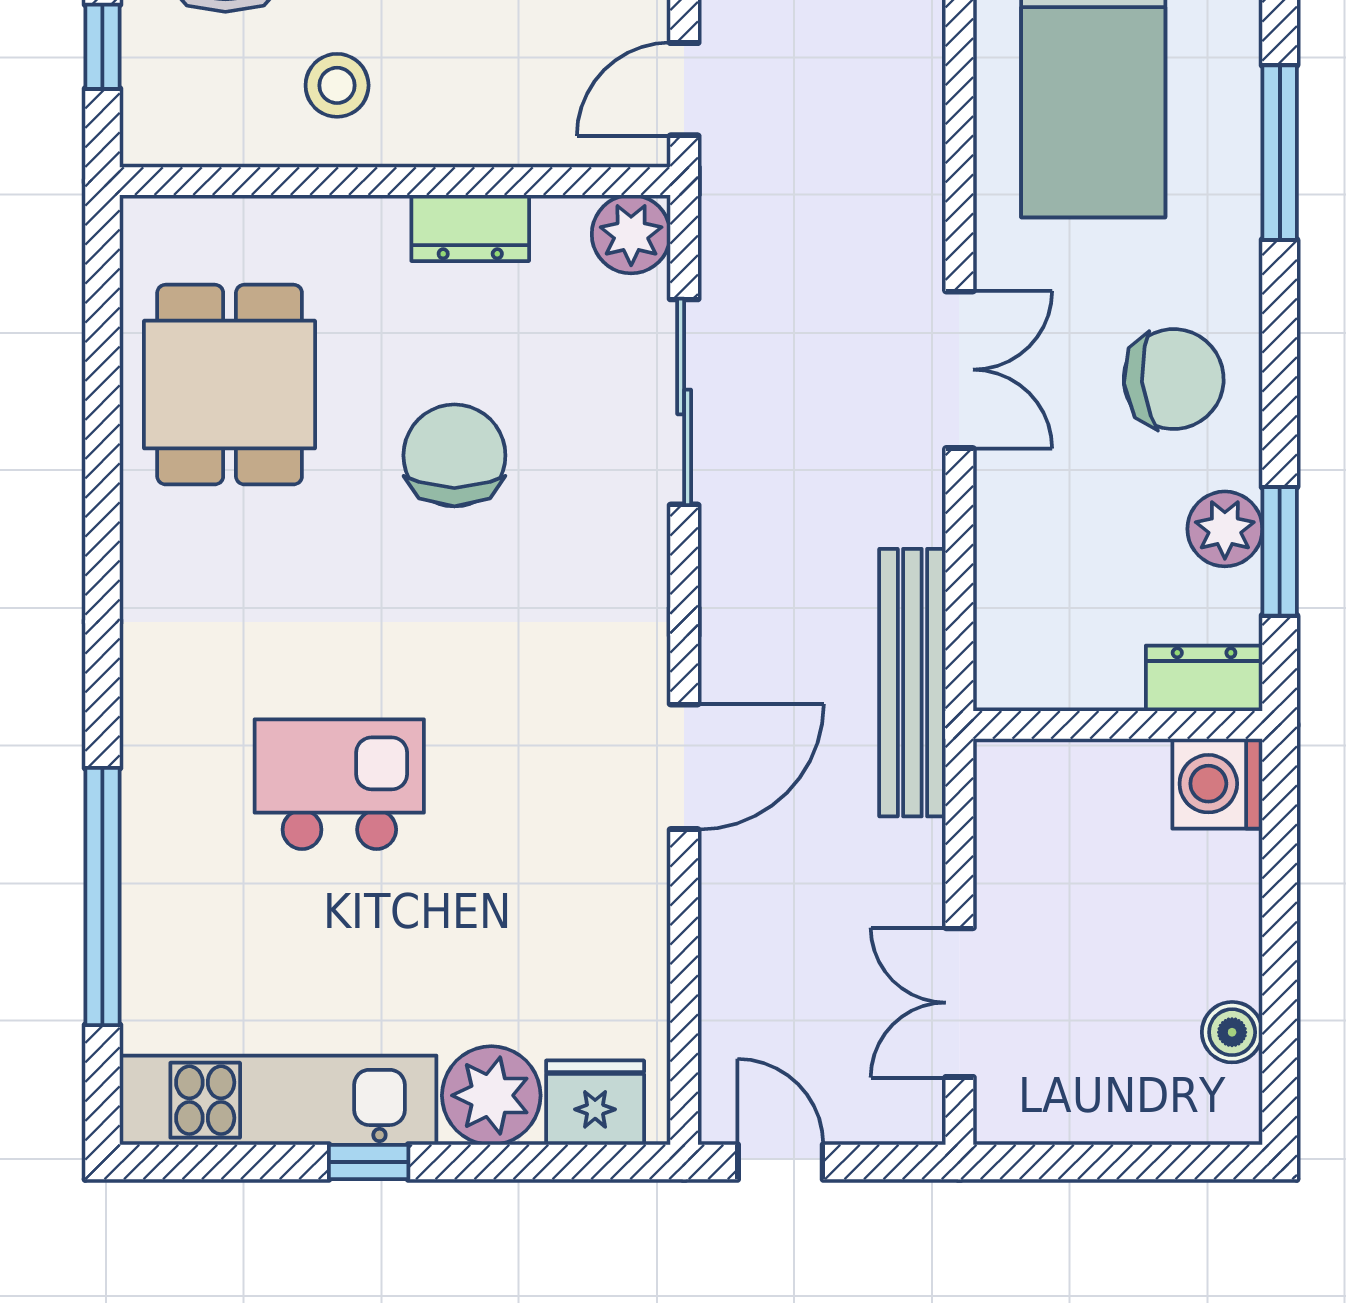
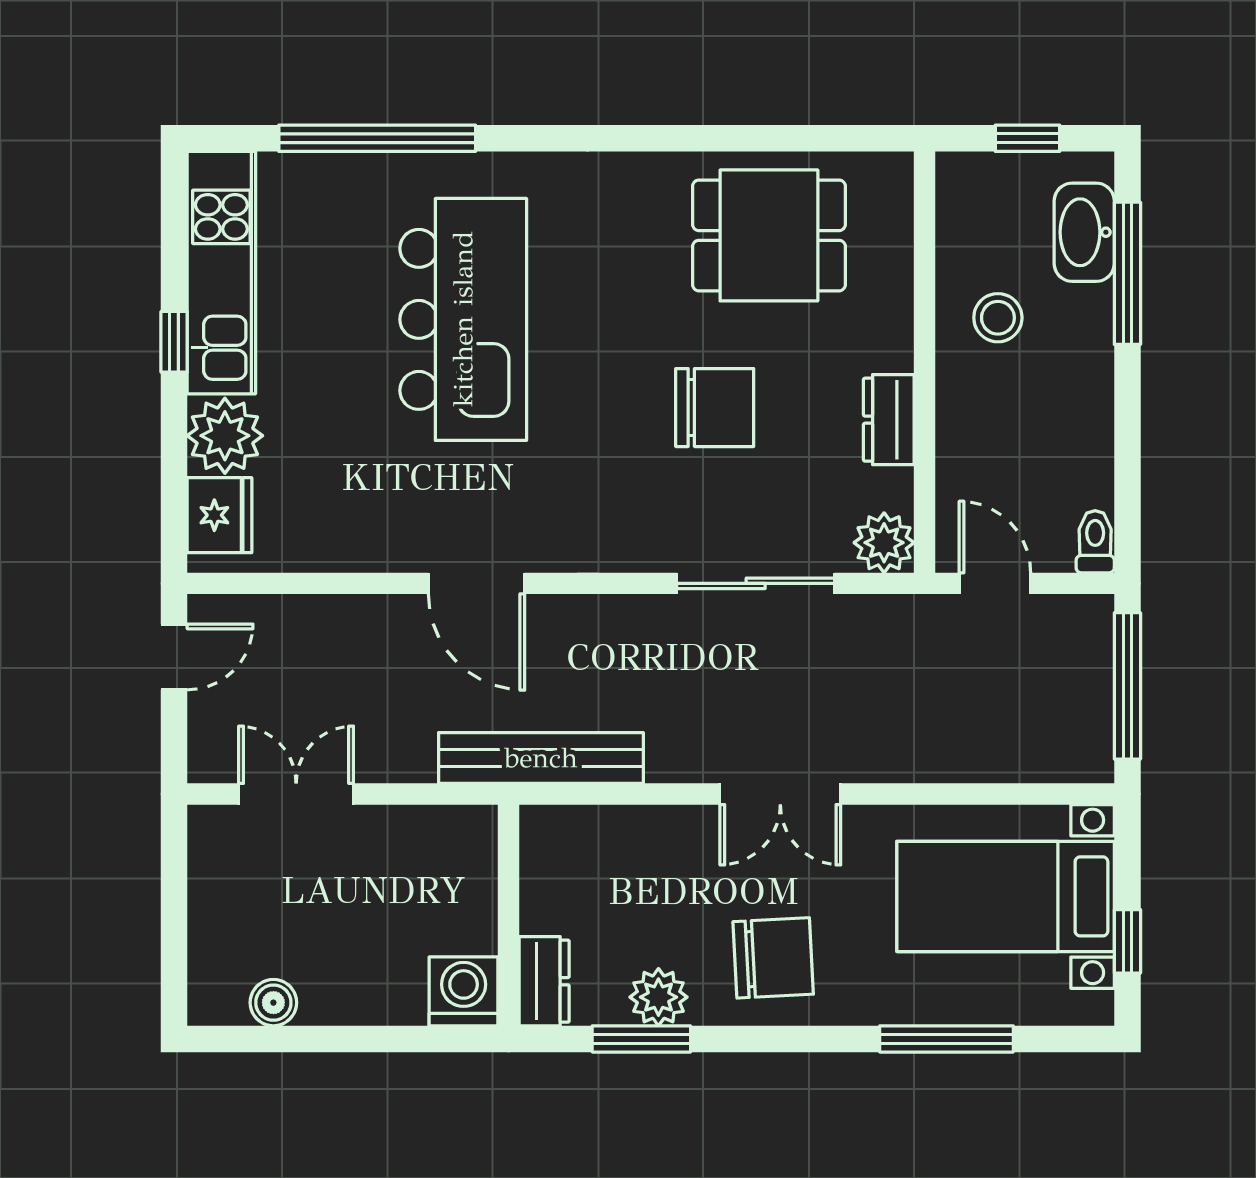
chair: (1174, 379) -> (773, 958), turned -88
kitchen island: (339, 784) -> (463, 319), width x1.87, depth x1.28

